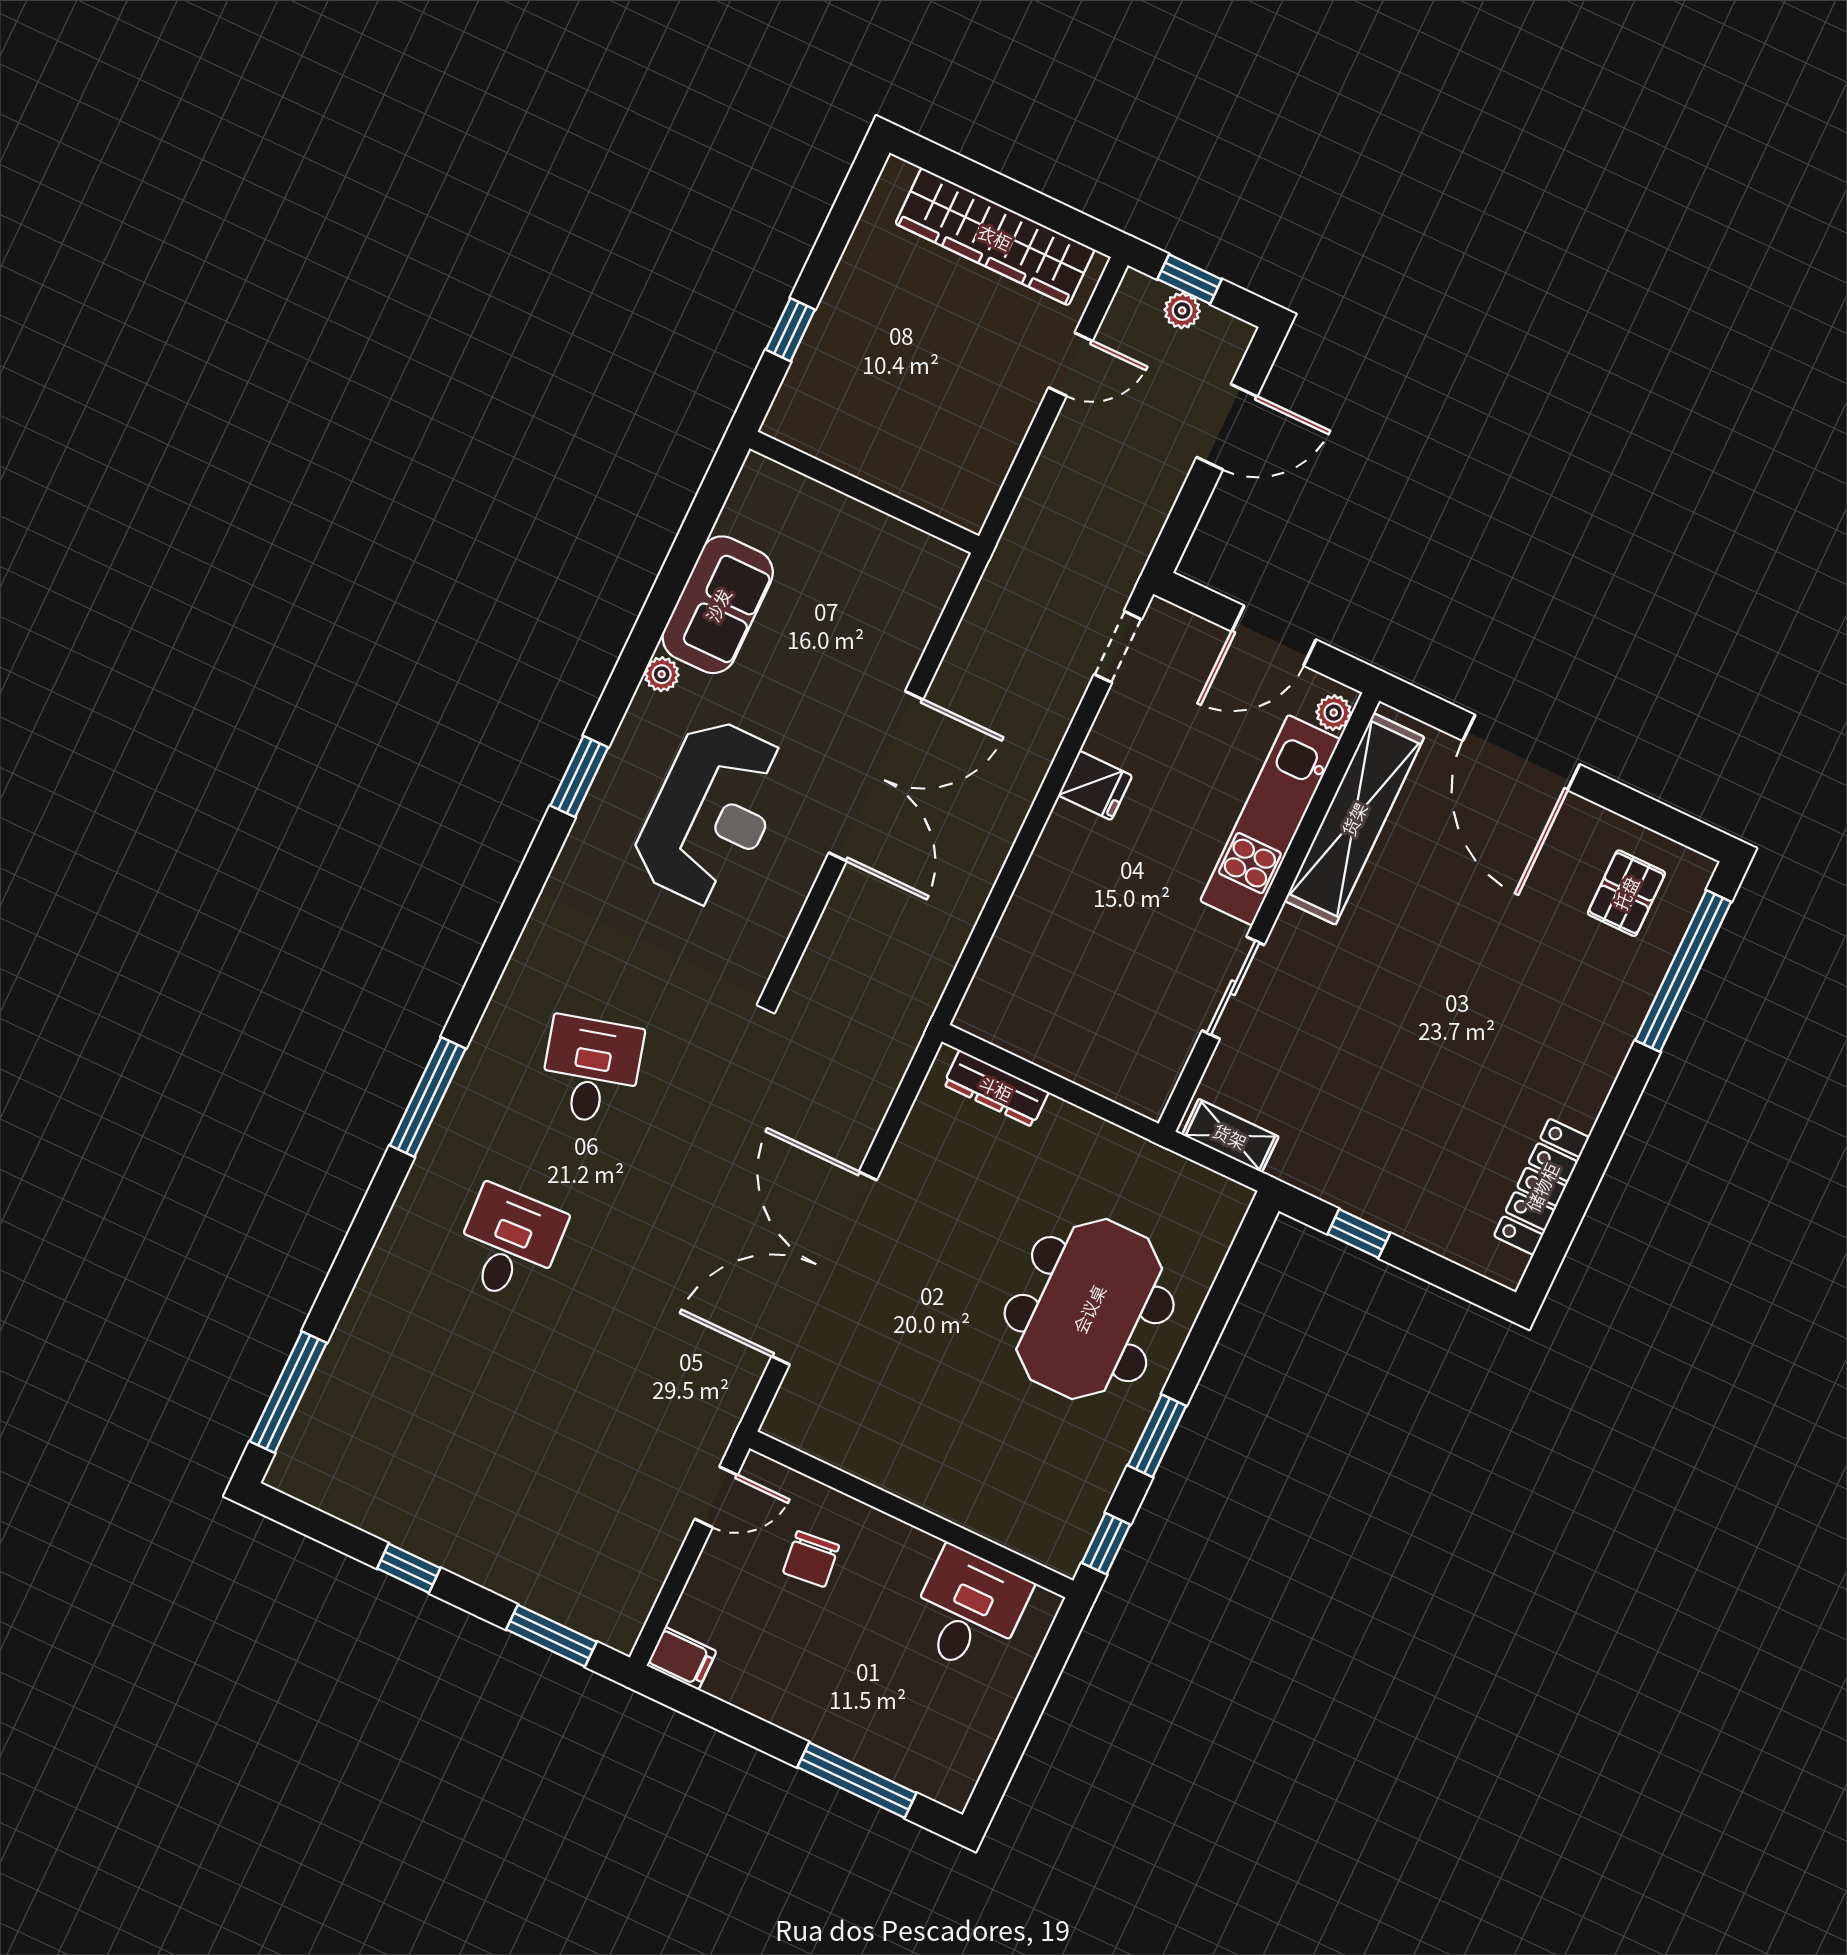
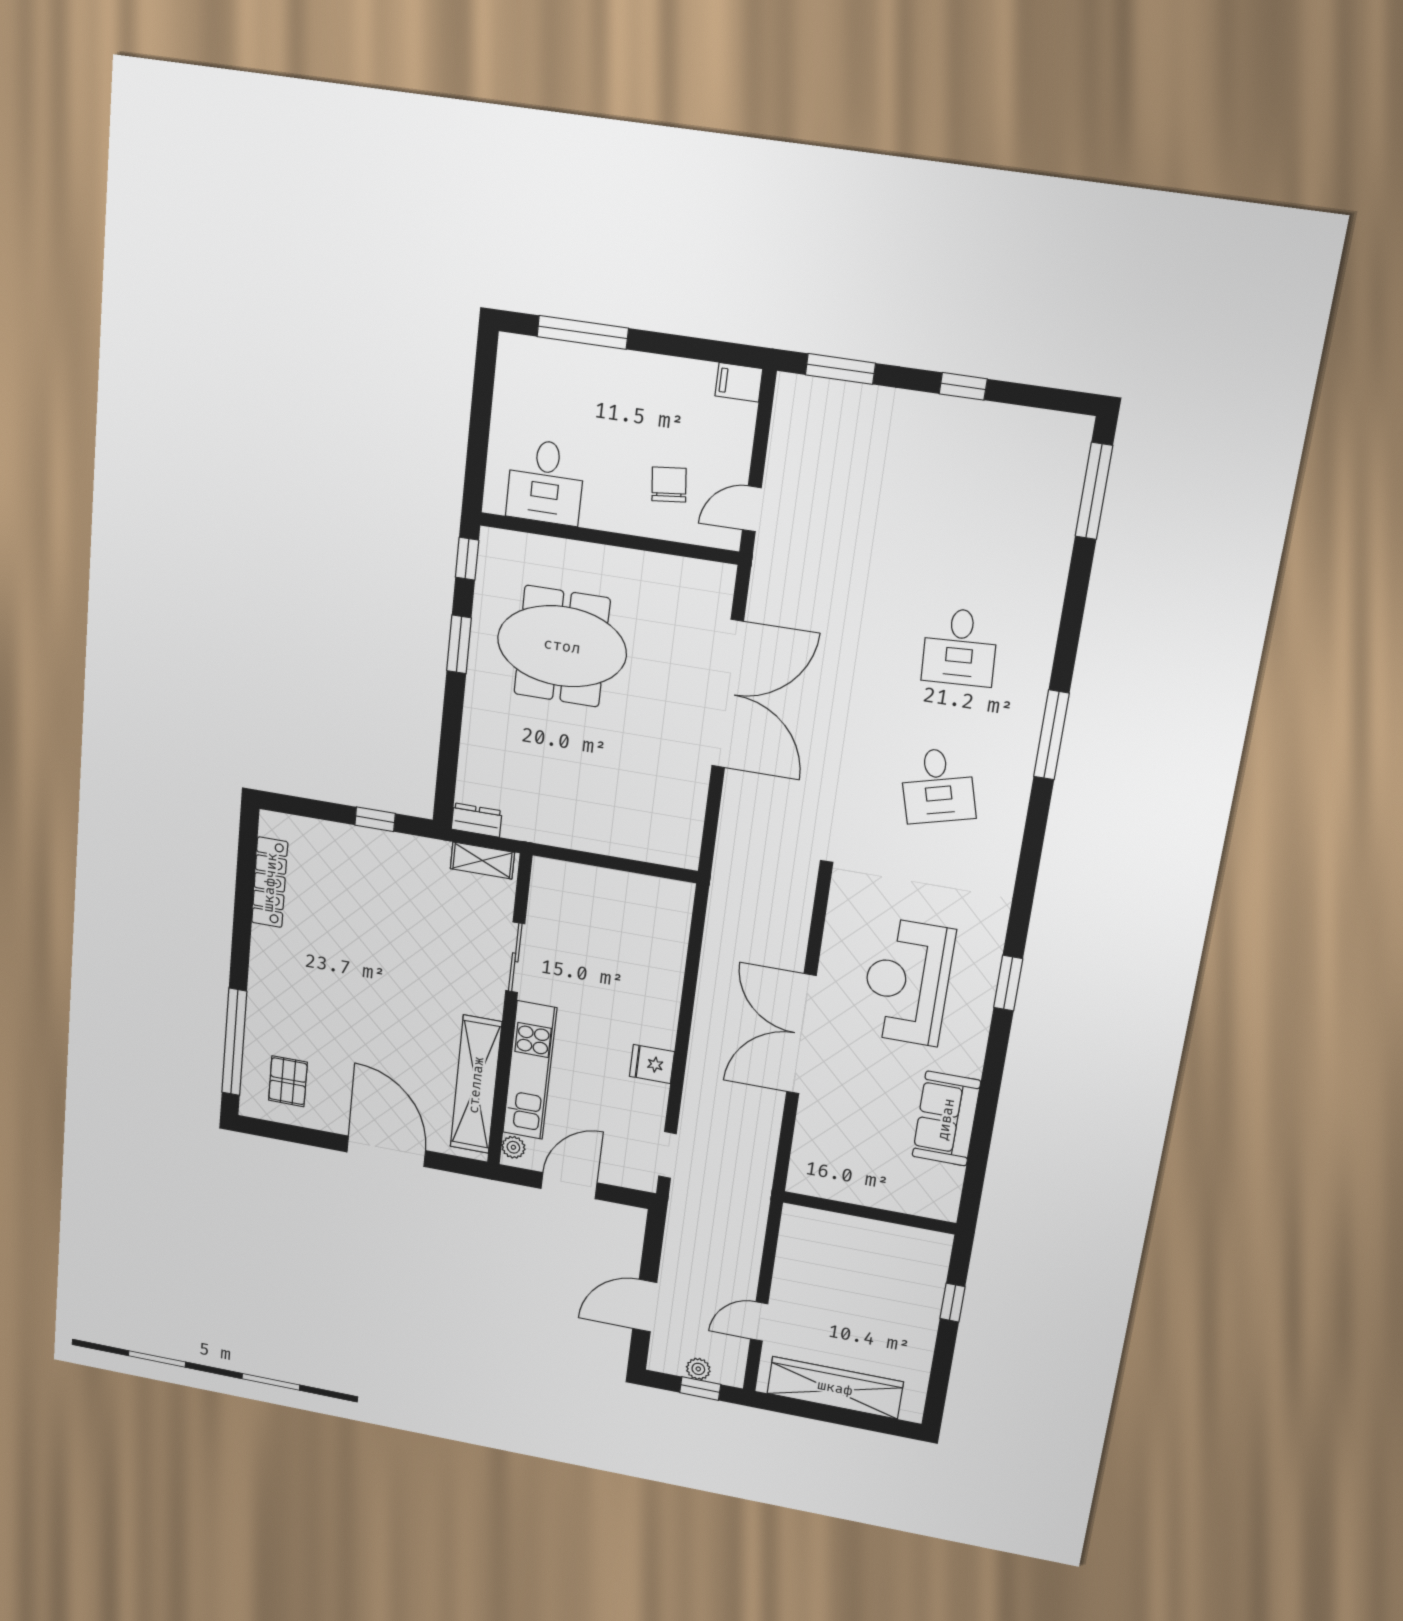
plant: (662, 674) -> (971, 1064), removed
dresser: (996, 1088) -> (477, 820), moved, width x0.70
meeting table: (1089, 1309) -> (562, 646), moved, turned 90

